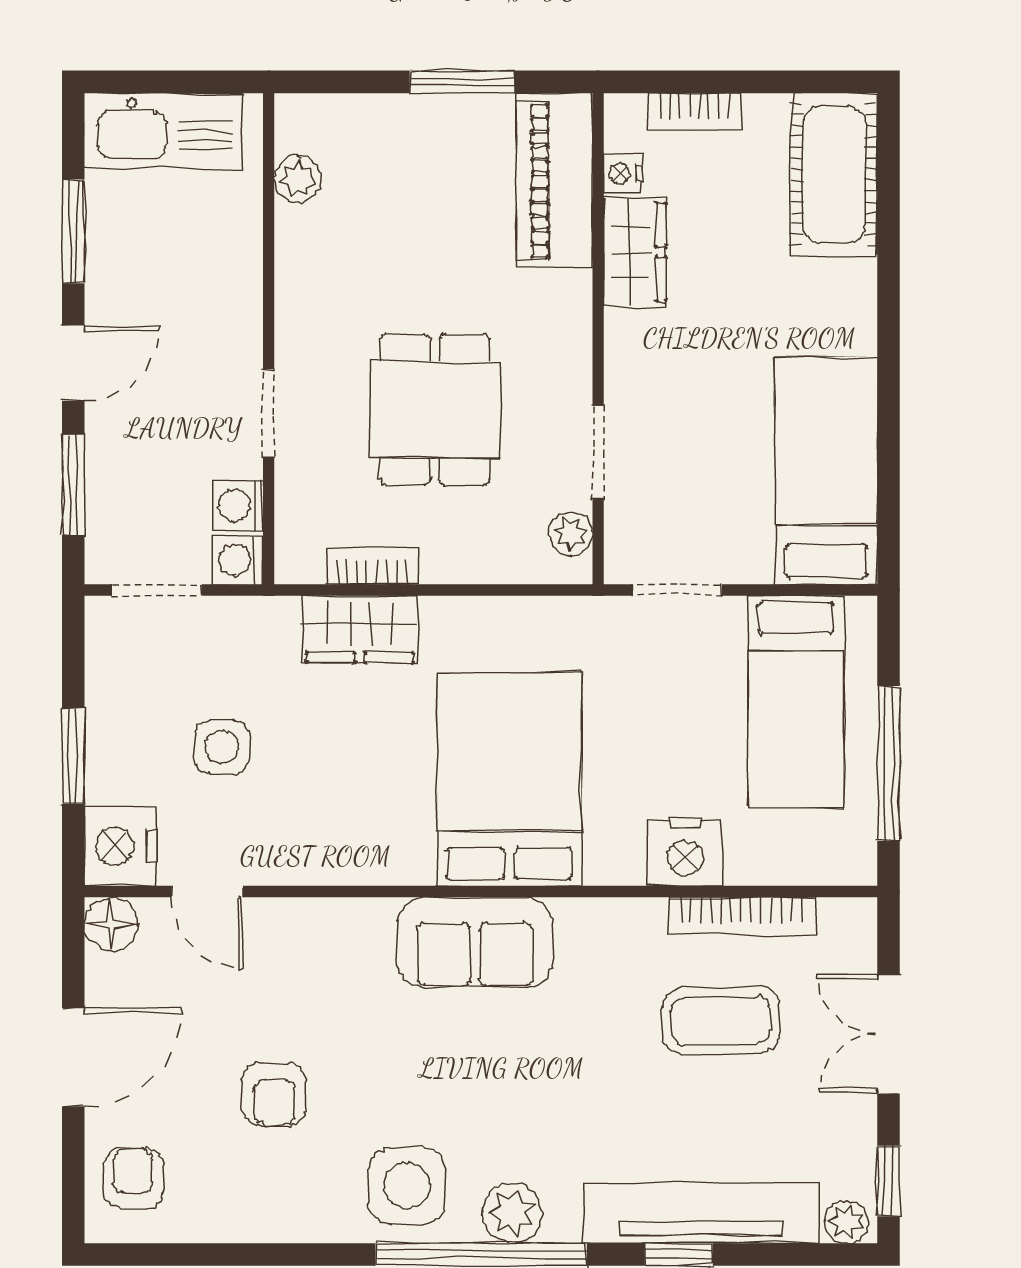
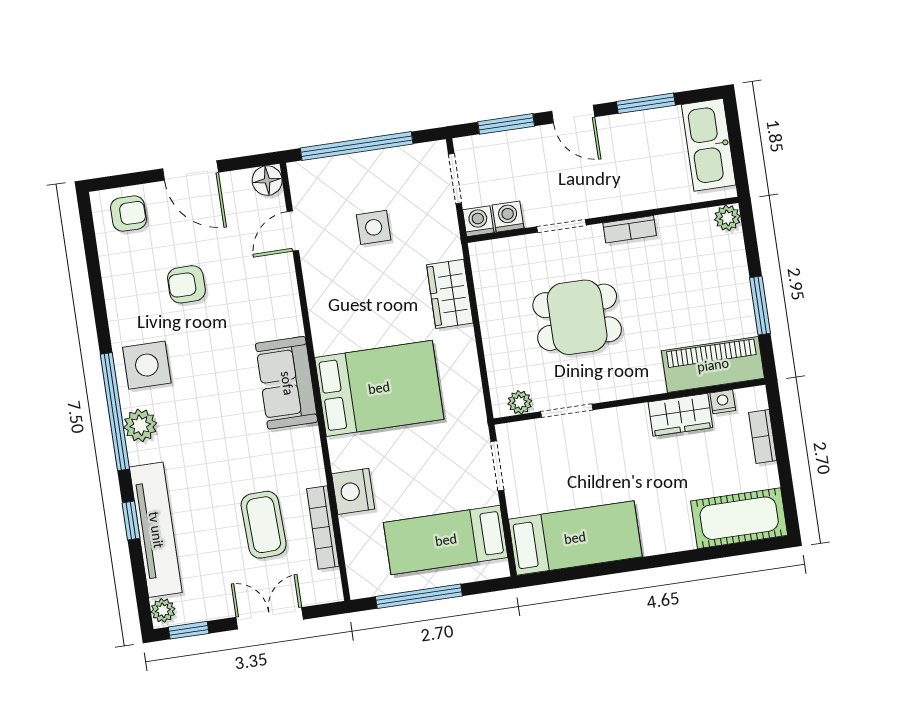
plant: (298, 179) -> (727, 218), moved
bookcase: (372, 566) -> (630, 229), moved, turned 90
window: (73, 756) -> (357, 146), width x2.11
nightstand: (120, 846) -> (311, 179), removed

